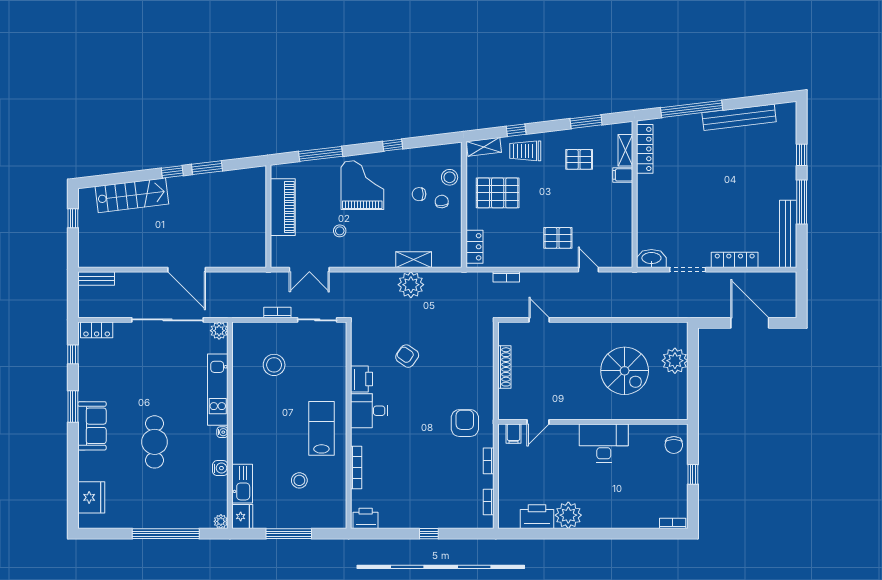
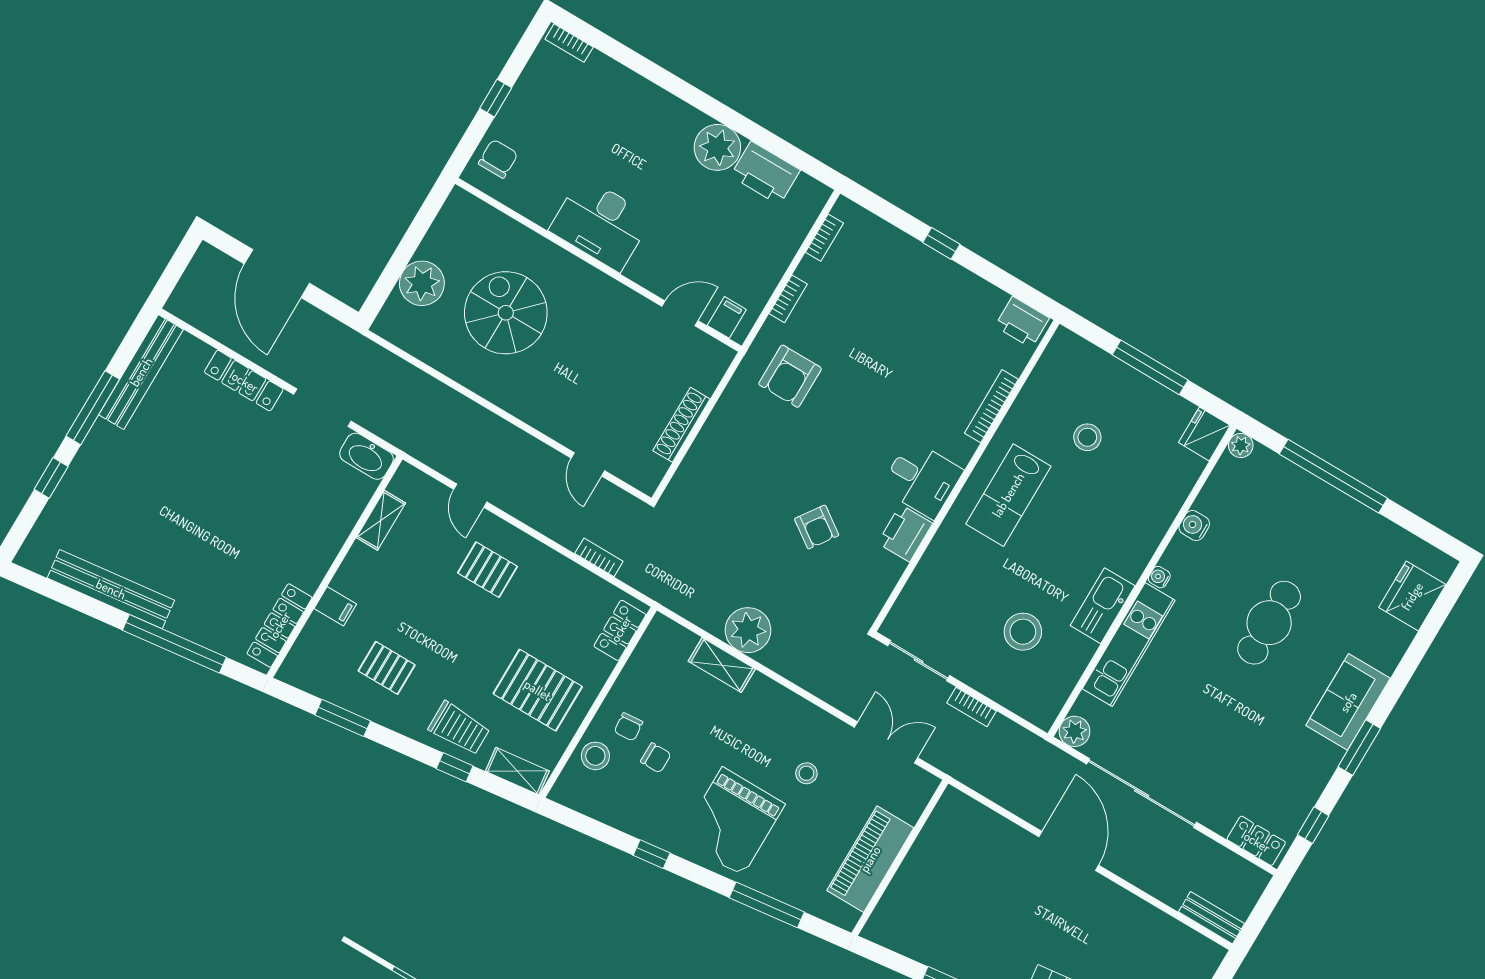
shelving: (625, 150) -> (381, 520), moved
kitchen sink: (242, 484) -> (1103, 606), moved

